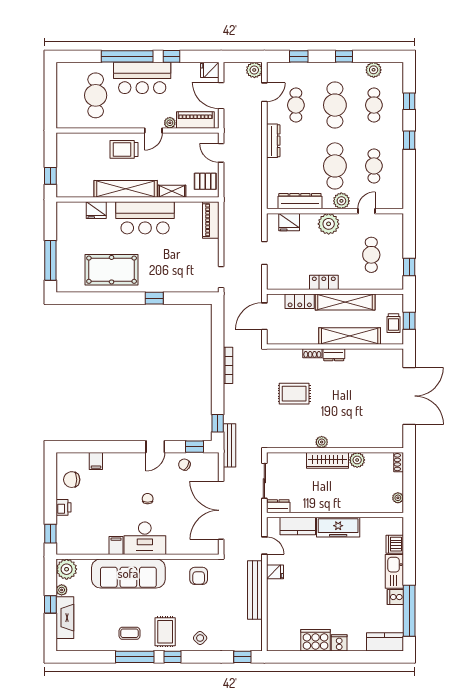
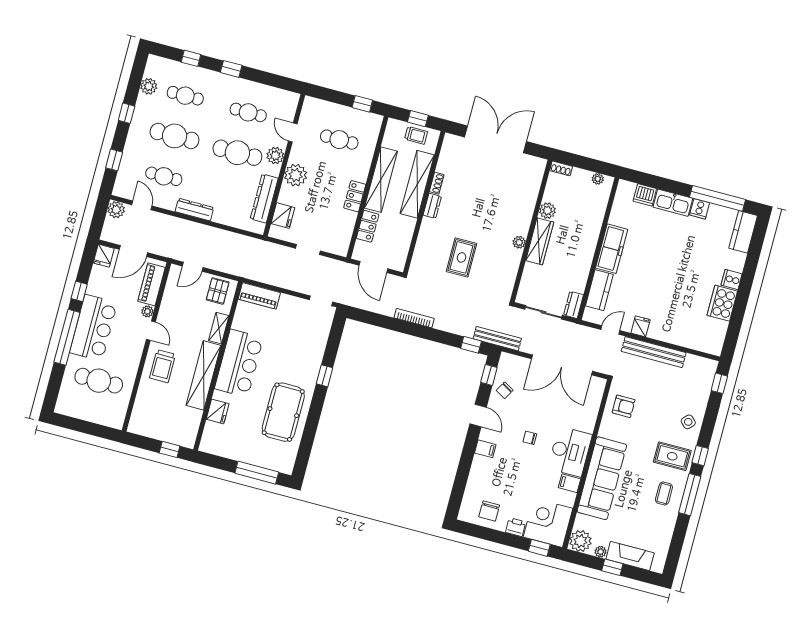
shoe rack: (312, 353) -> (437, 183), moved
filing cabinet: (96, 461) -> (485, 449), moved
corner desk: (75, 536) -> (548, 523), added

